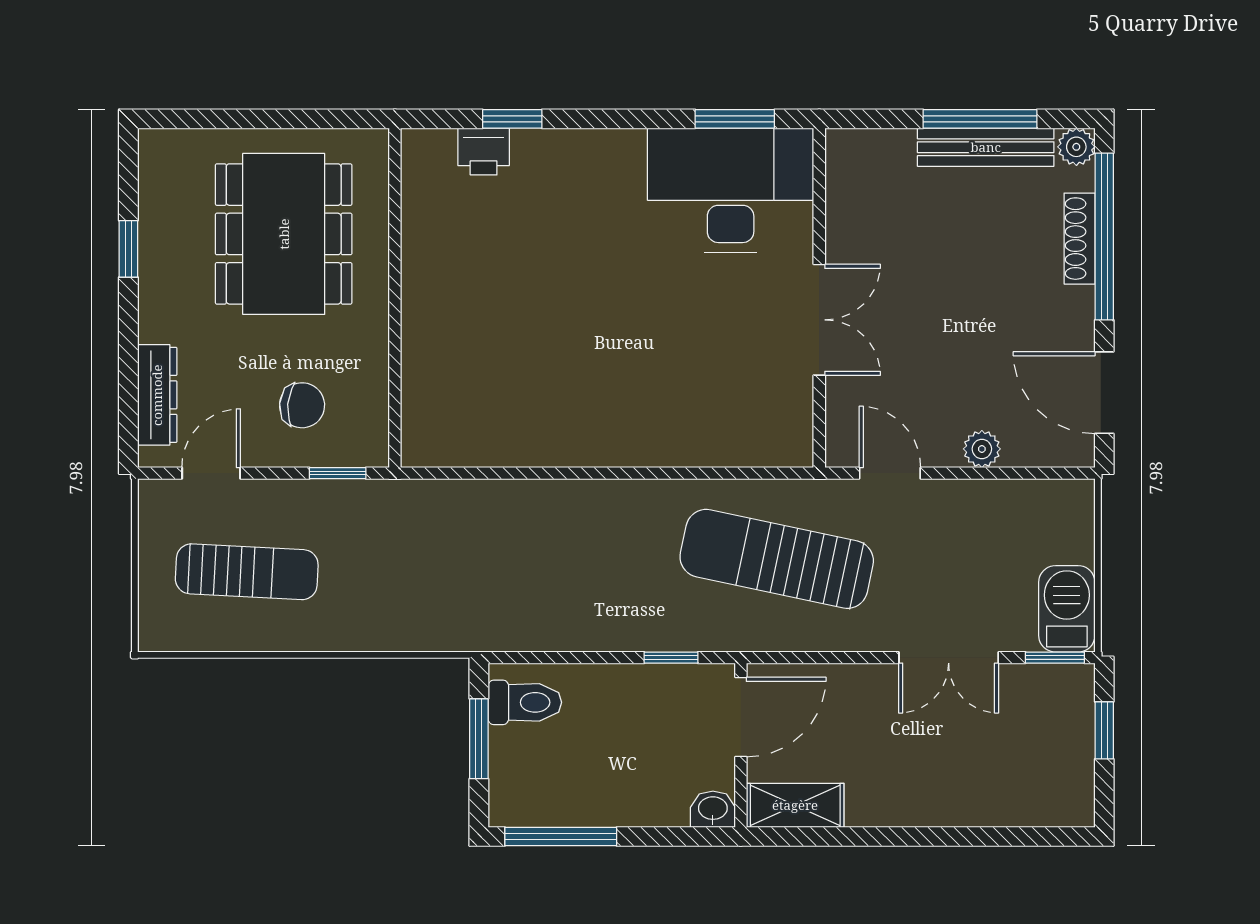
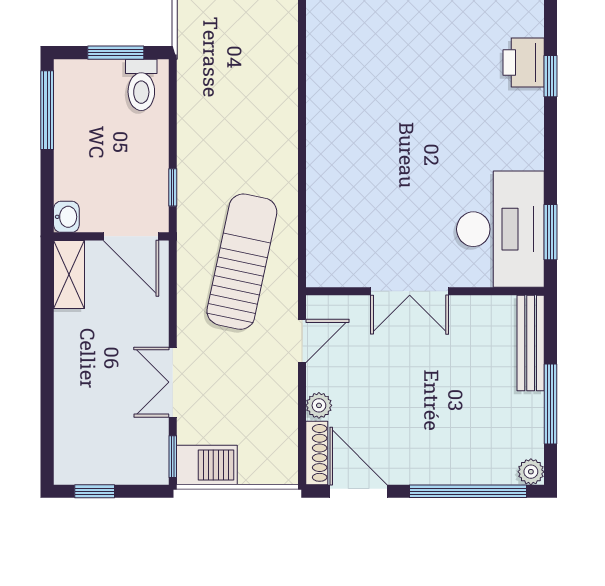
bench: (986, 147) -> (531, 343), moved
printer: (484, 152) -> (524, 63), width x1.36, depth x1.24
shoe rack: (1080, 239) -> (317, 453), moved, turned 90
door: (1104, 393) -> (358, 491), hinge flipped
window: (1104, 730) -> (95, 491), moved

